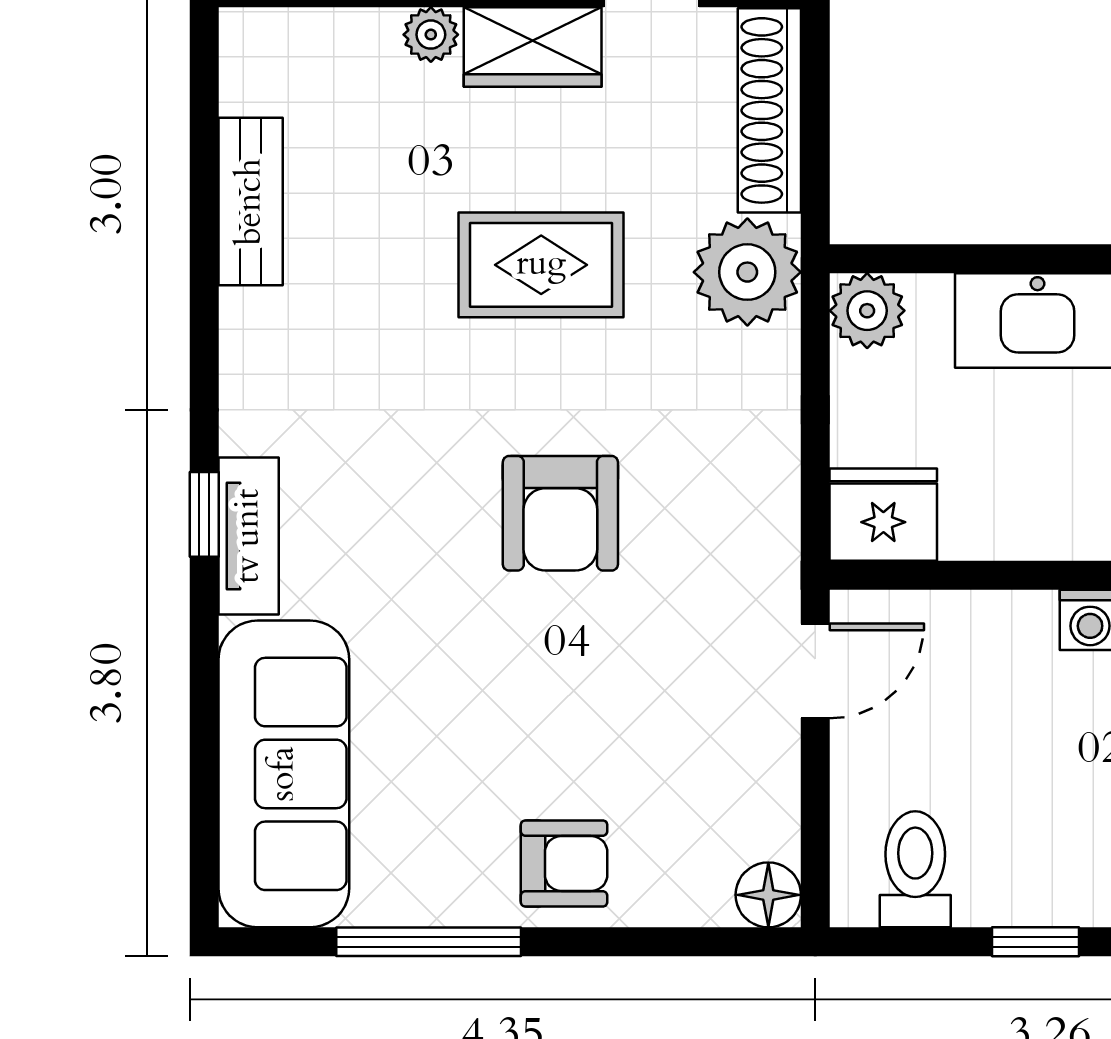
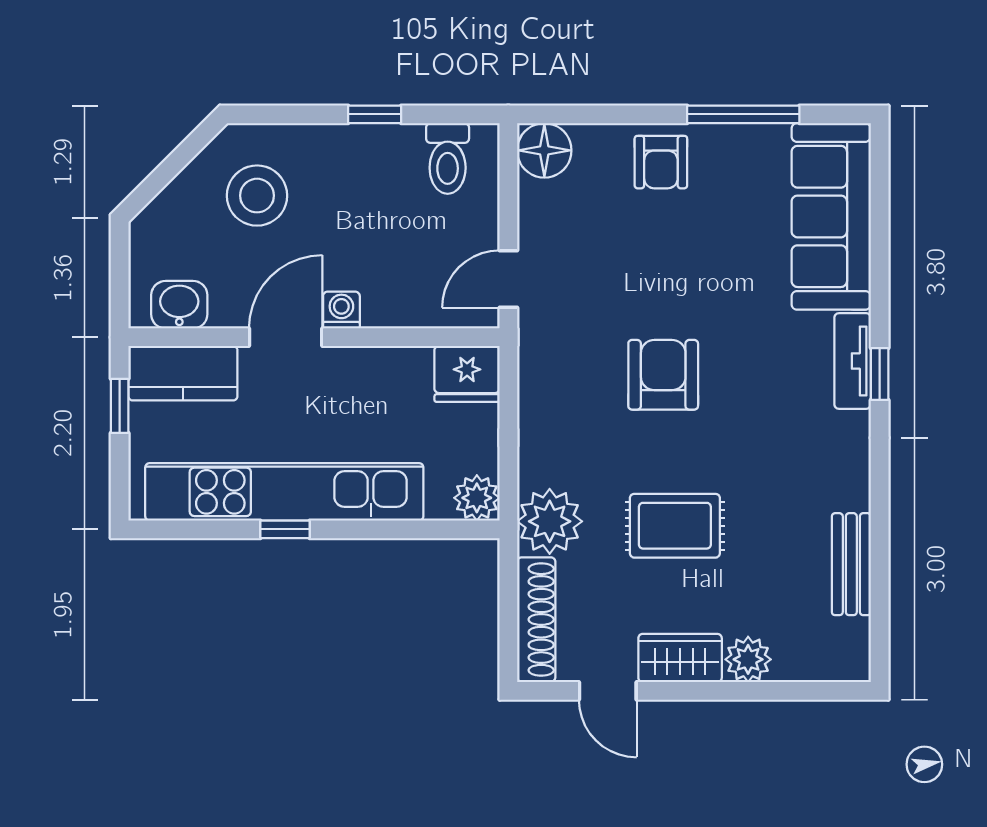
plant: (431, 35) -> (748, 659), width x1.38, depth x1.38
armchair: (564, 863) -> (661, 162), turned -90
floor lamp: (768, 895) -> (544, 150), width x1.38, depth x1.38

